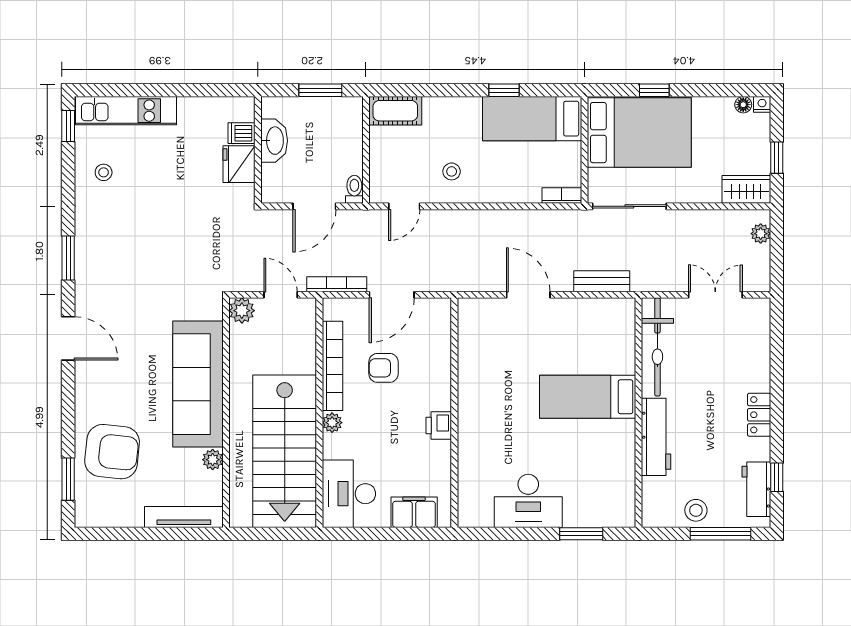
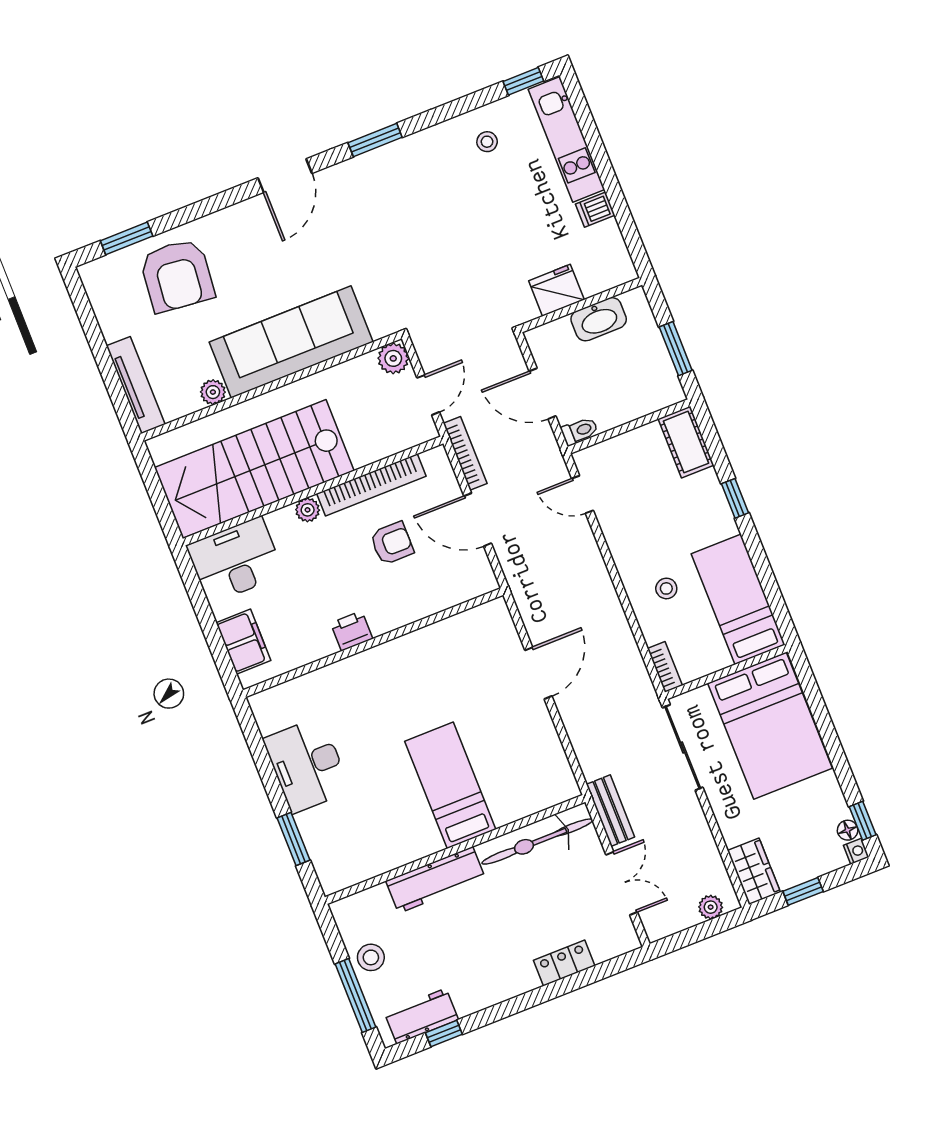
window: (504, 90) -> (735, 498), moved
window: (654, 90) -> (863, 821), moved
dishwasher: (241, 133) -> (595, 210), moved, turned -90
stool: (452, 171) -> (666, 588), moved
bench: (602, 281) -> (610, 811), moved
armchair: (383, 368) -> (392, 543), turned 90
locker: (759, 415) -> (564, 963), moved

